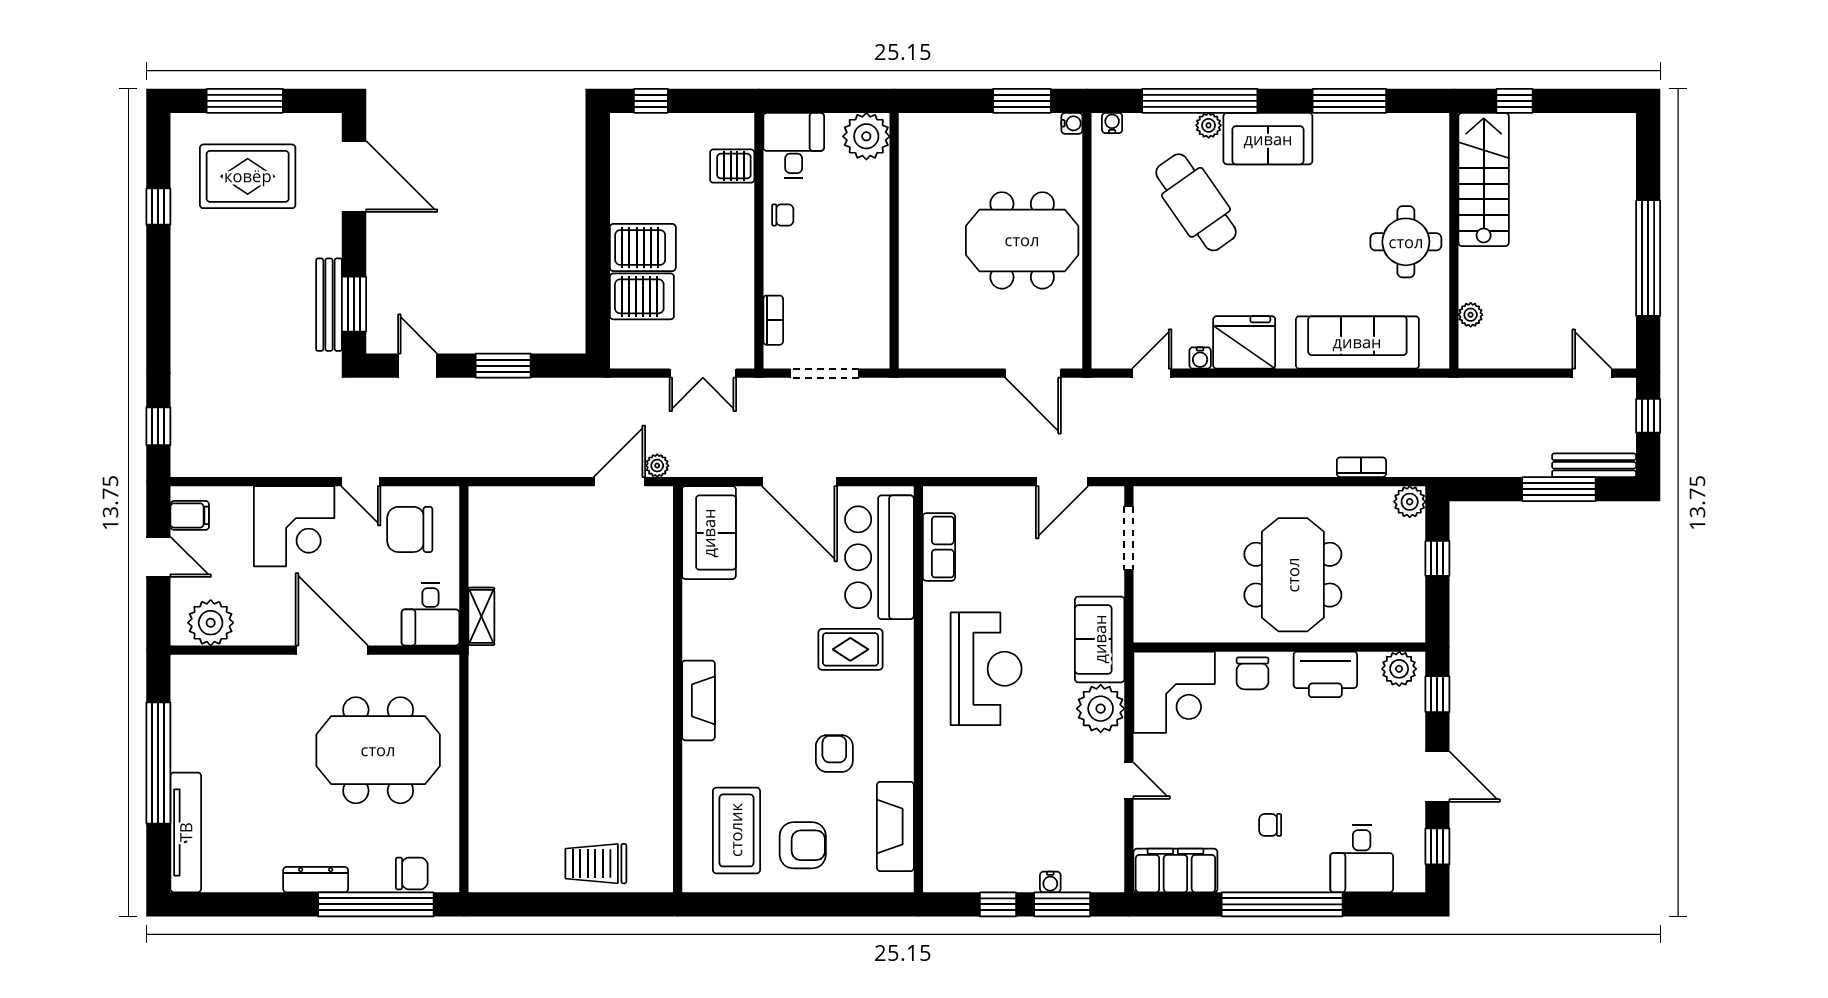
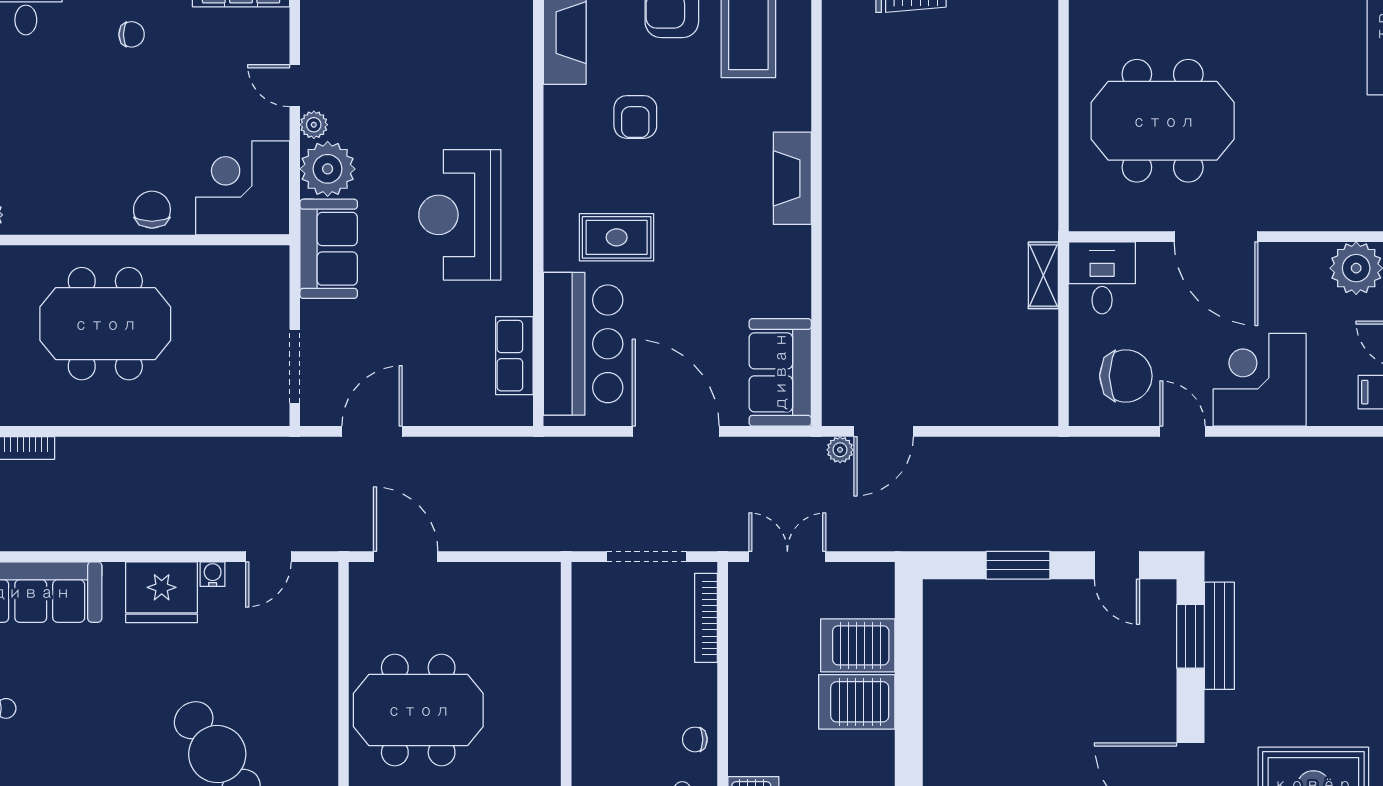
bookcase: (773, 320) -> (706, 618), width x1.56
meeting table: (1293, 575) -> (105, 324), turned 90
printer: (1325, 674) -> (68, 208), removed
plant: (1113, 747) -> (314, 125), added

